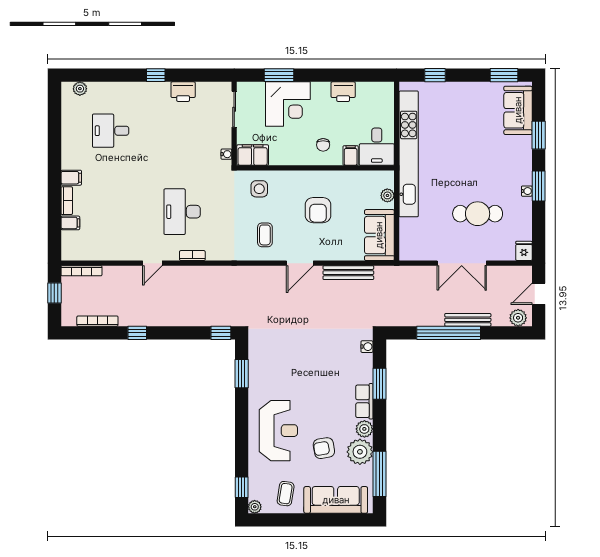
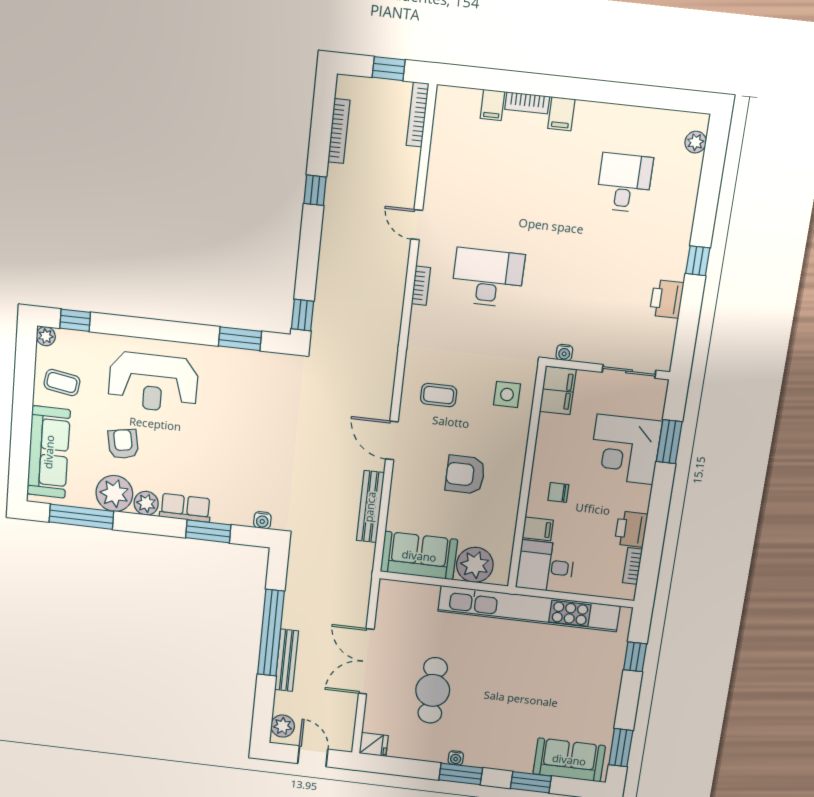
bookcase: (369, 87) -> (632, 566), added
plant: (387, 195) -> (475, 565), width x1.88, depth x1.88

